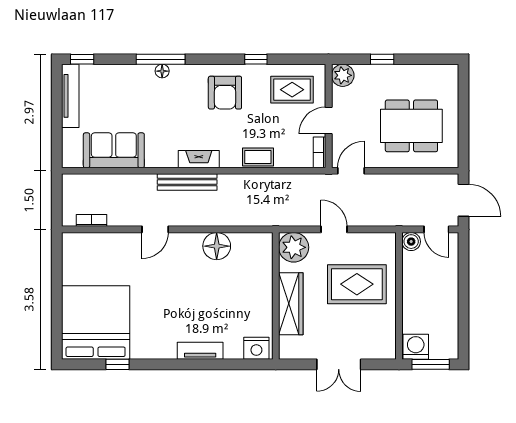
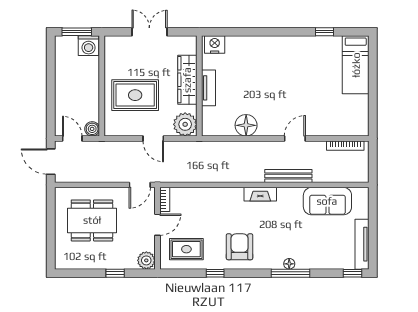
coffee table: (258, 157) -> (213, 196), removed
bench: (187, 182) -> (288, 176), moved
bookcase: (91, 220) -> (345, 146), width x1.56
bed: (96, 323) -> (356, 65), width x0.49
tv unit: (200, 351) -> (209, 88), moved, turned -90

